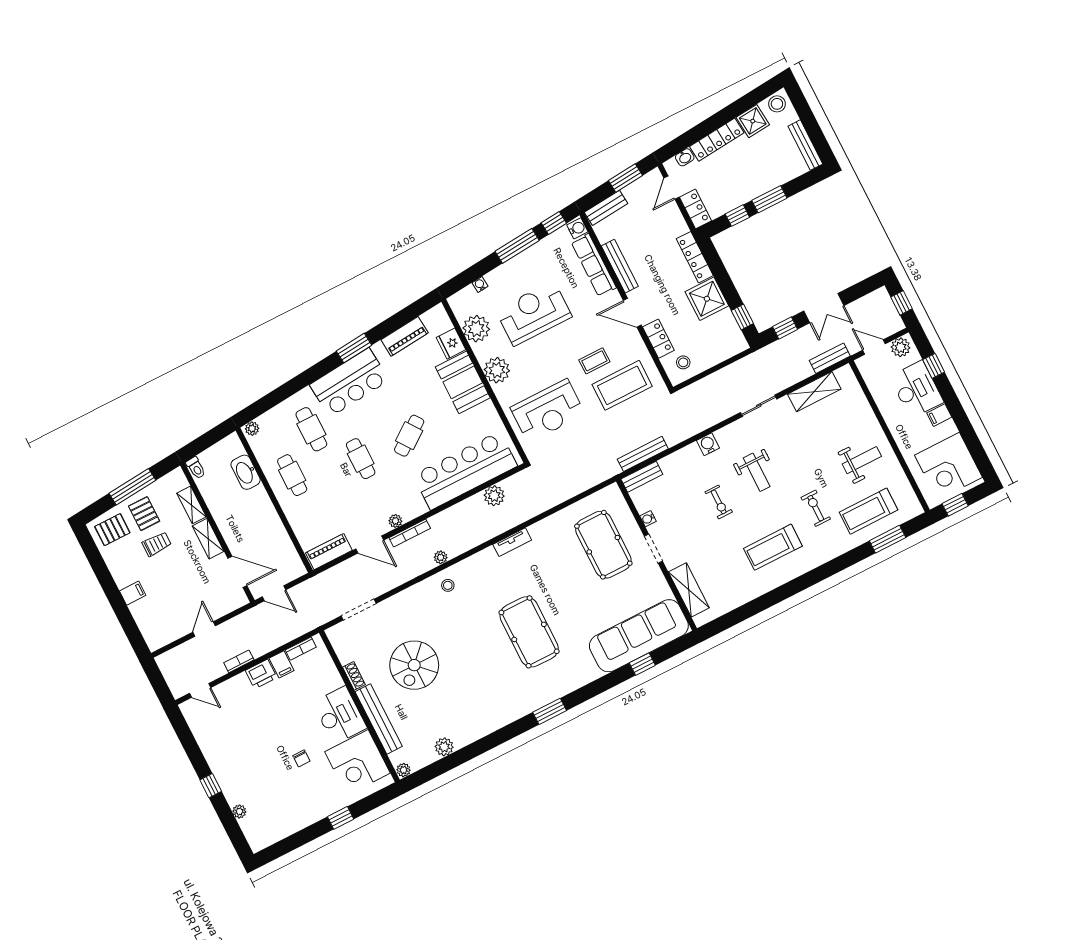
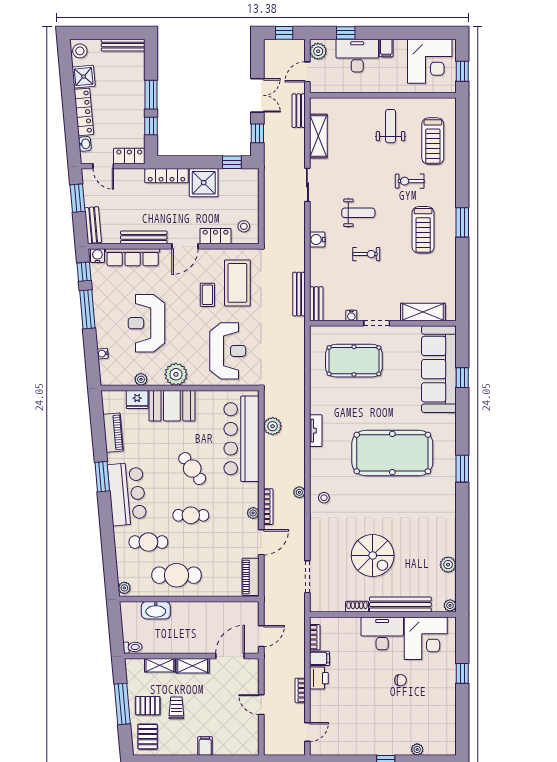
plant: (476, 329) -> (141, 379), width x0.53, depth x0.53
cafe table: (292, 475) -> (176, 575), width x1.37, depth x1.35
window: (888, 539) -> (462, 222), moved
pool table: (529, 632) -> (392, 453), width x1.36, depth x1.32

